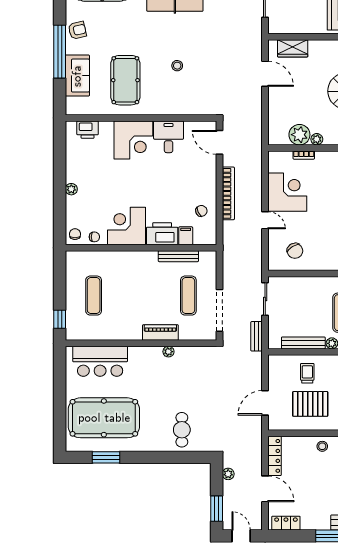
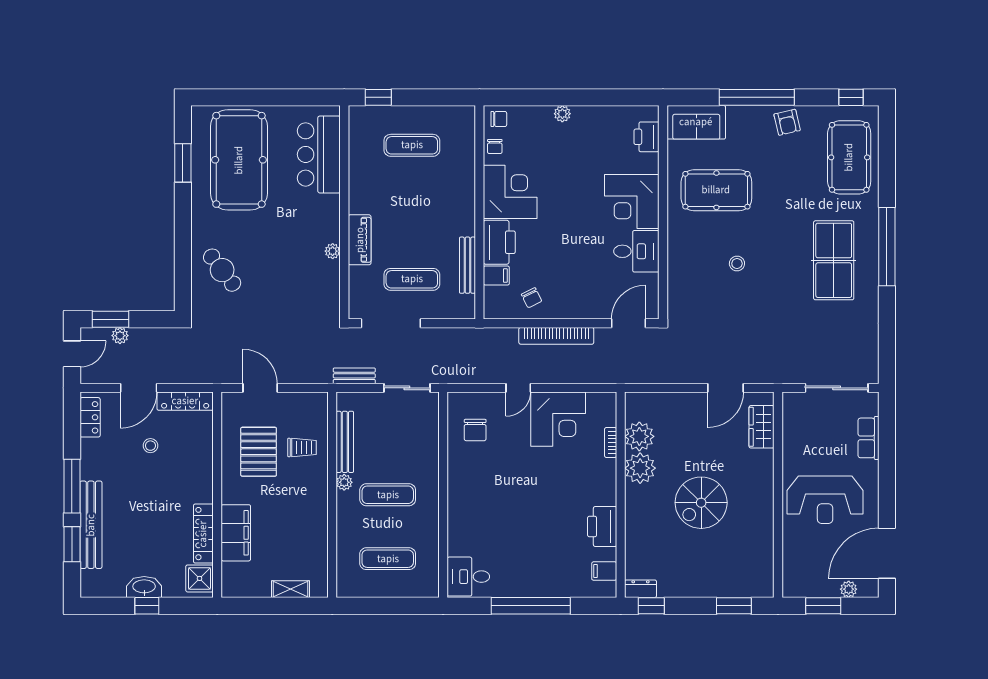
sofa: (77, 76) -> (696, 122), moved
plant: (317, 139) -> (640, 468), width x1.88, depth x1.88
chair: (295, 251) -> (475, 430), turned -59
cafe table: (182, 430) -> (222, 270), turned 52
stool: (322, 446) -> (150, 446), moved
plant: (228, 474) -> (120, 336), moved

